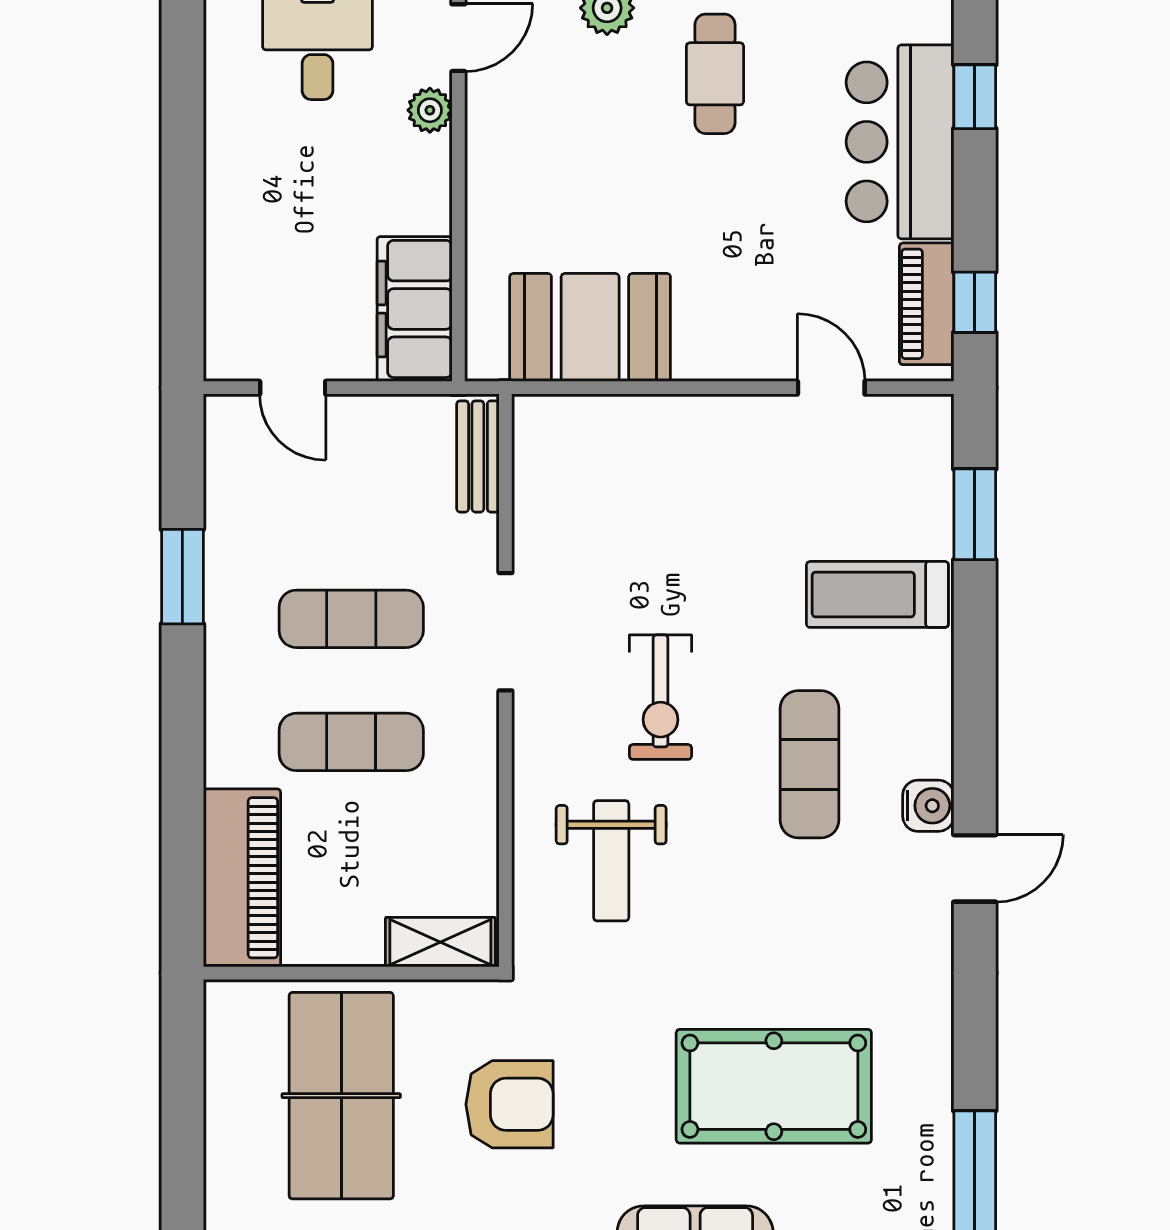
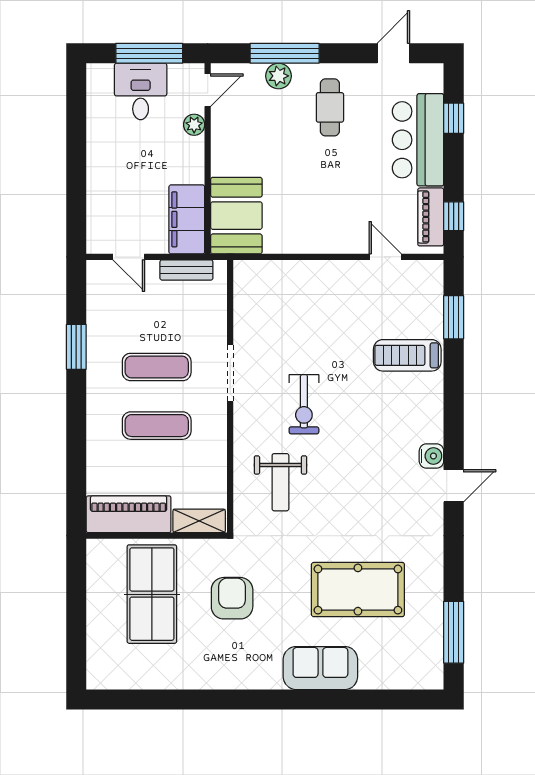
booth: (590, 327) -> (236, 216), moved, turned 90
bench: (478, 456) -> (186, 270), moved, turned 90
exercise mat: (810, 764) -> (375, 436), removed
piano: (242, 878) -> (129, 514), moved, turned -90
armchair: (510, 1104) -> (232, 598), turned -90

